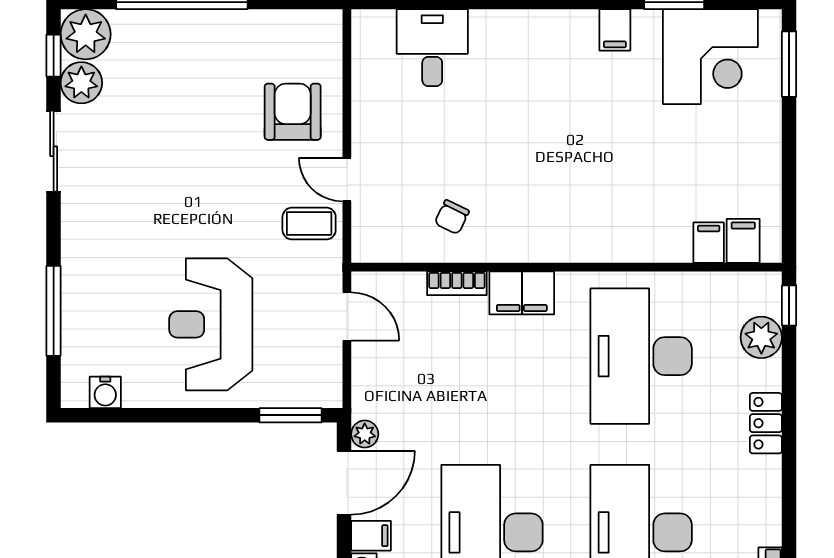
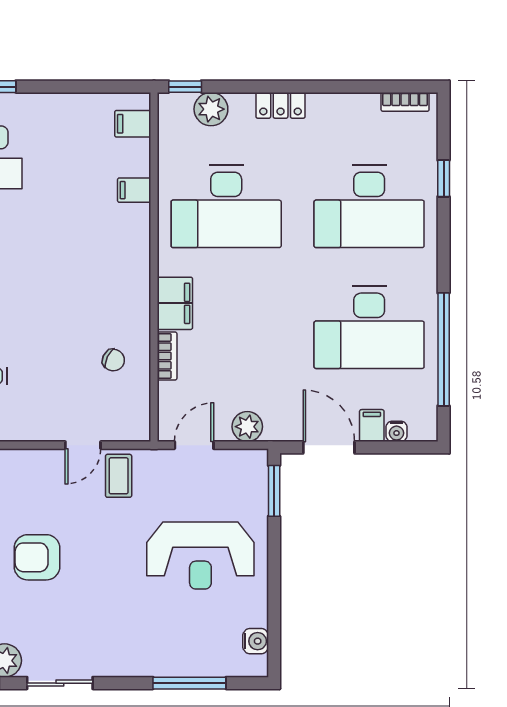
armchair: (293, 112) -> (37, 557), moved
filing cabinet: (709, 243) -> (134, 190), moved
plant: (365, 434) -> (247, 427), moved, width x1.38, depth x1.38

